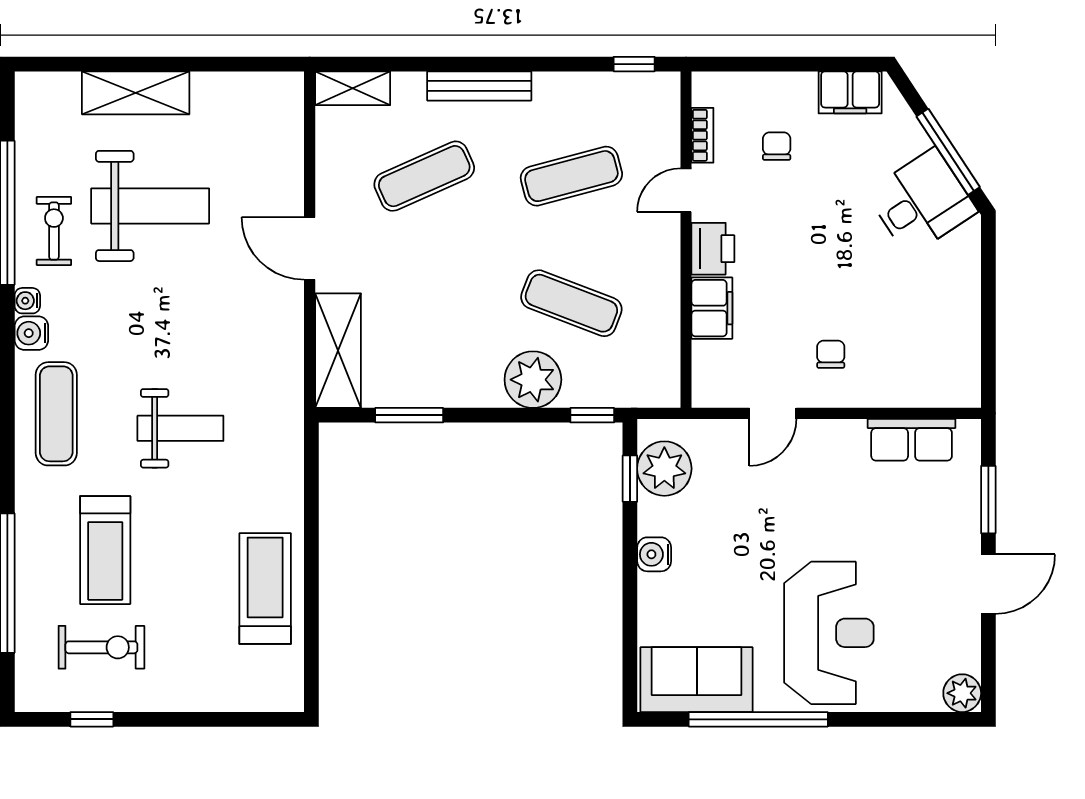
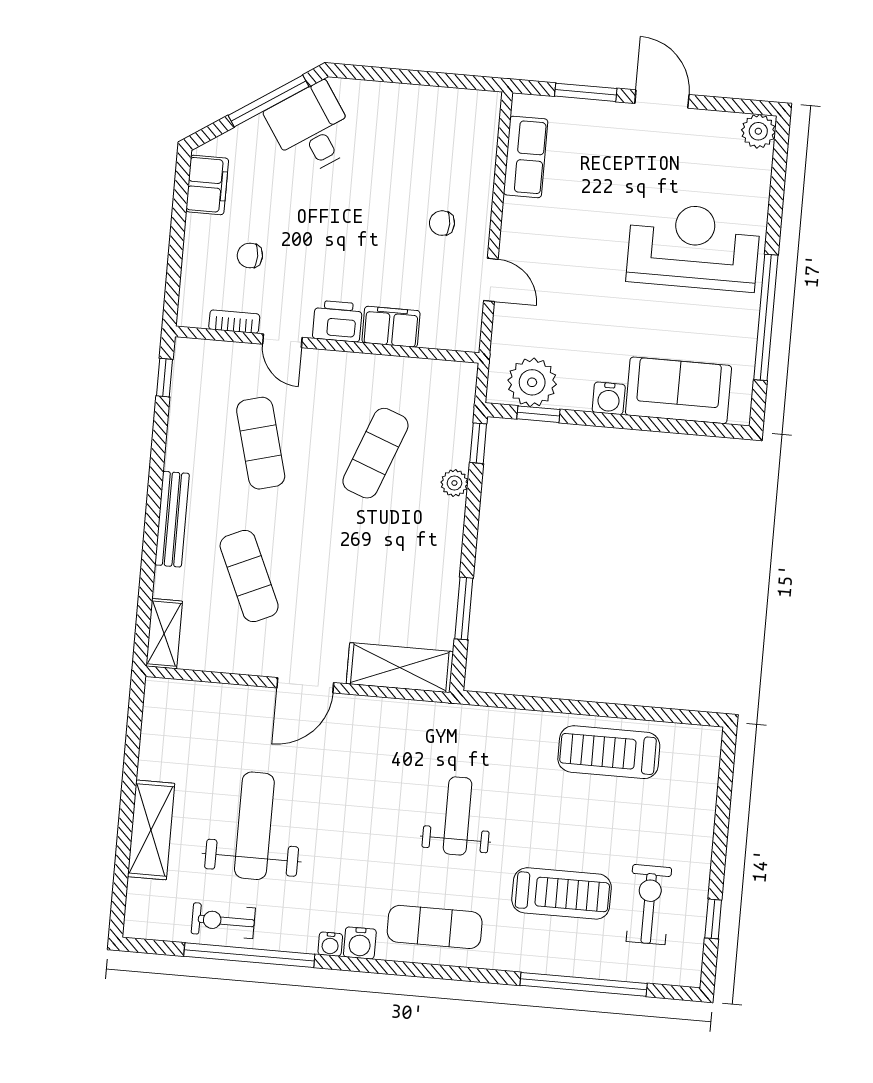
exercise bike: (54, 231) -> (223, 921), moved
plant: (533, 380) -> (454, 483), width x0.53, depth x0.53
sofa: (697, 680) -> (678, 390), moved, turned 90

